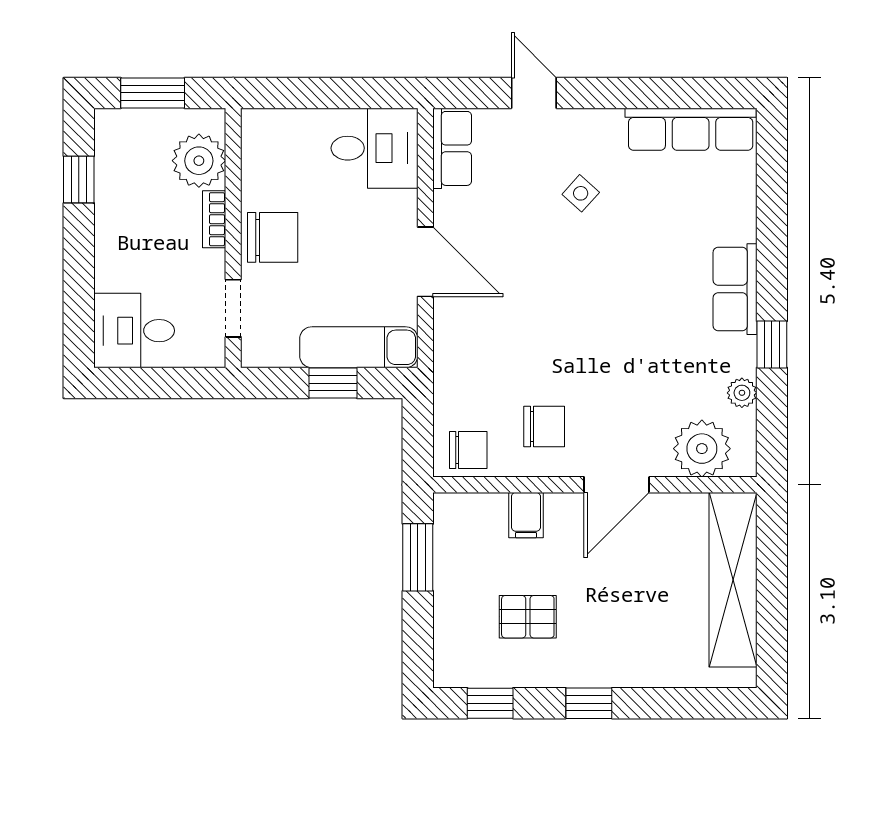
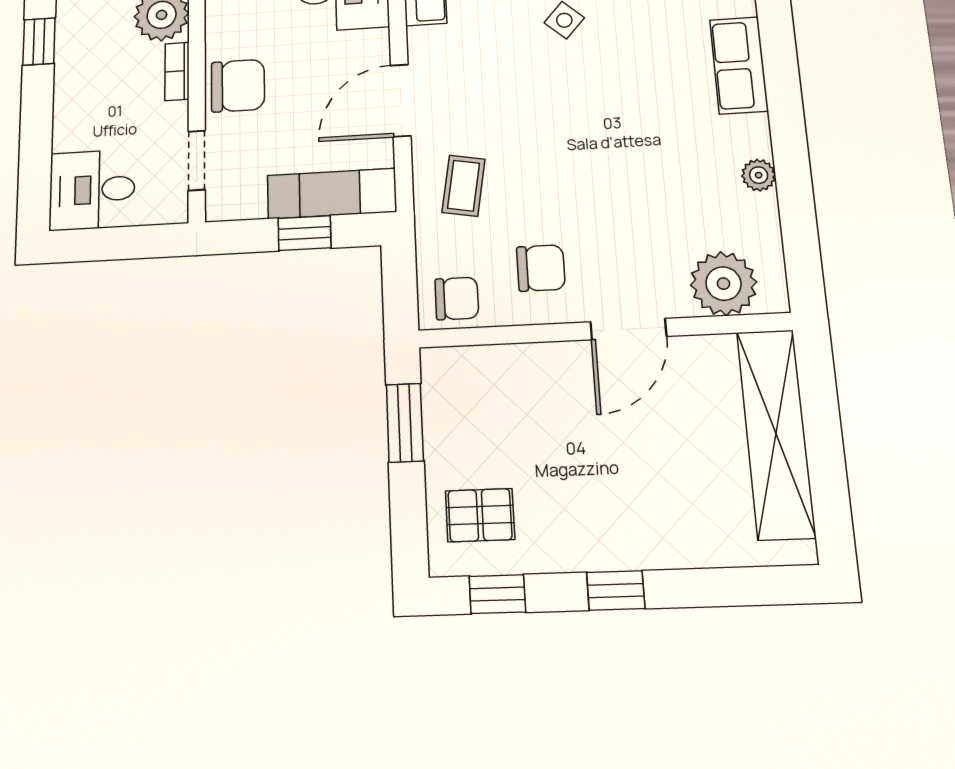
door: (425, 262) -> (401, 100), swing flipped
row of seats: (735, 289) -> (739, 65), moved
window: (772, 344) -> (792, 165), removed
coffee table: (479, 347) -> (464, 186), added
plant: (742, 393) -> (759, 175), moved
filing cabinet: (526, 515) -> (526, 369), removed
pallet: (528, 617) -> (480, 515), moved

